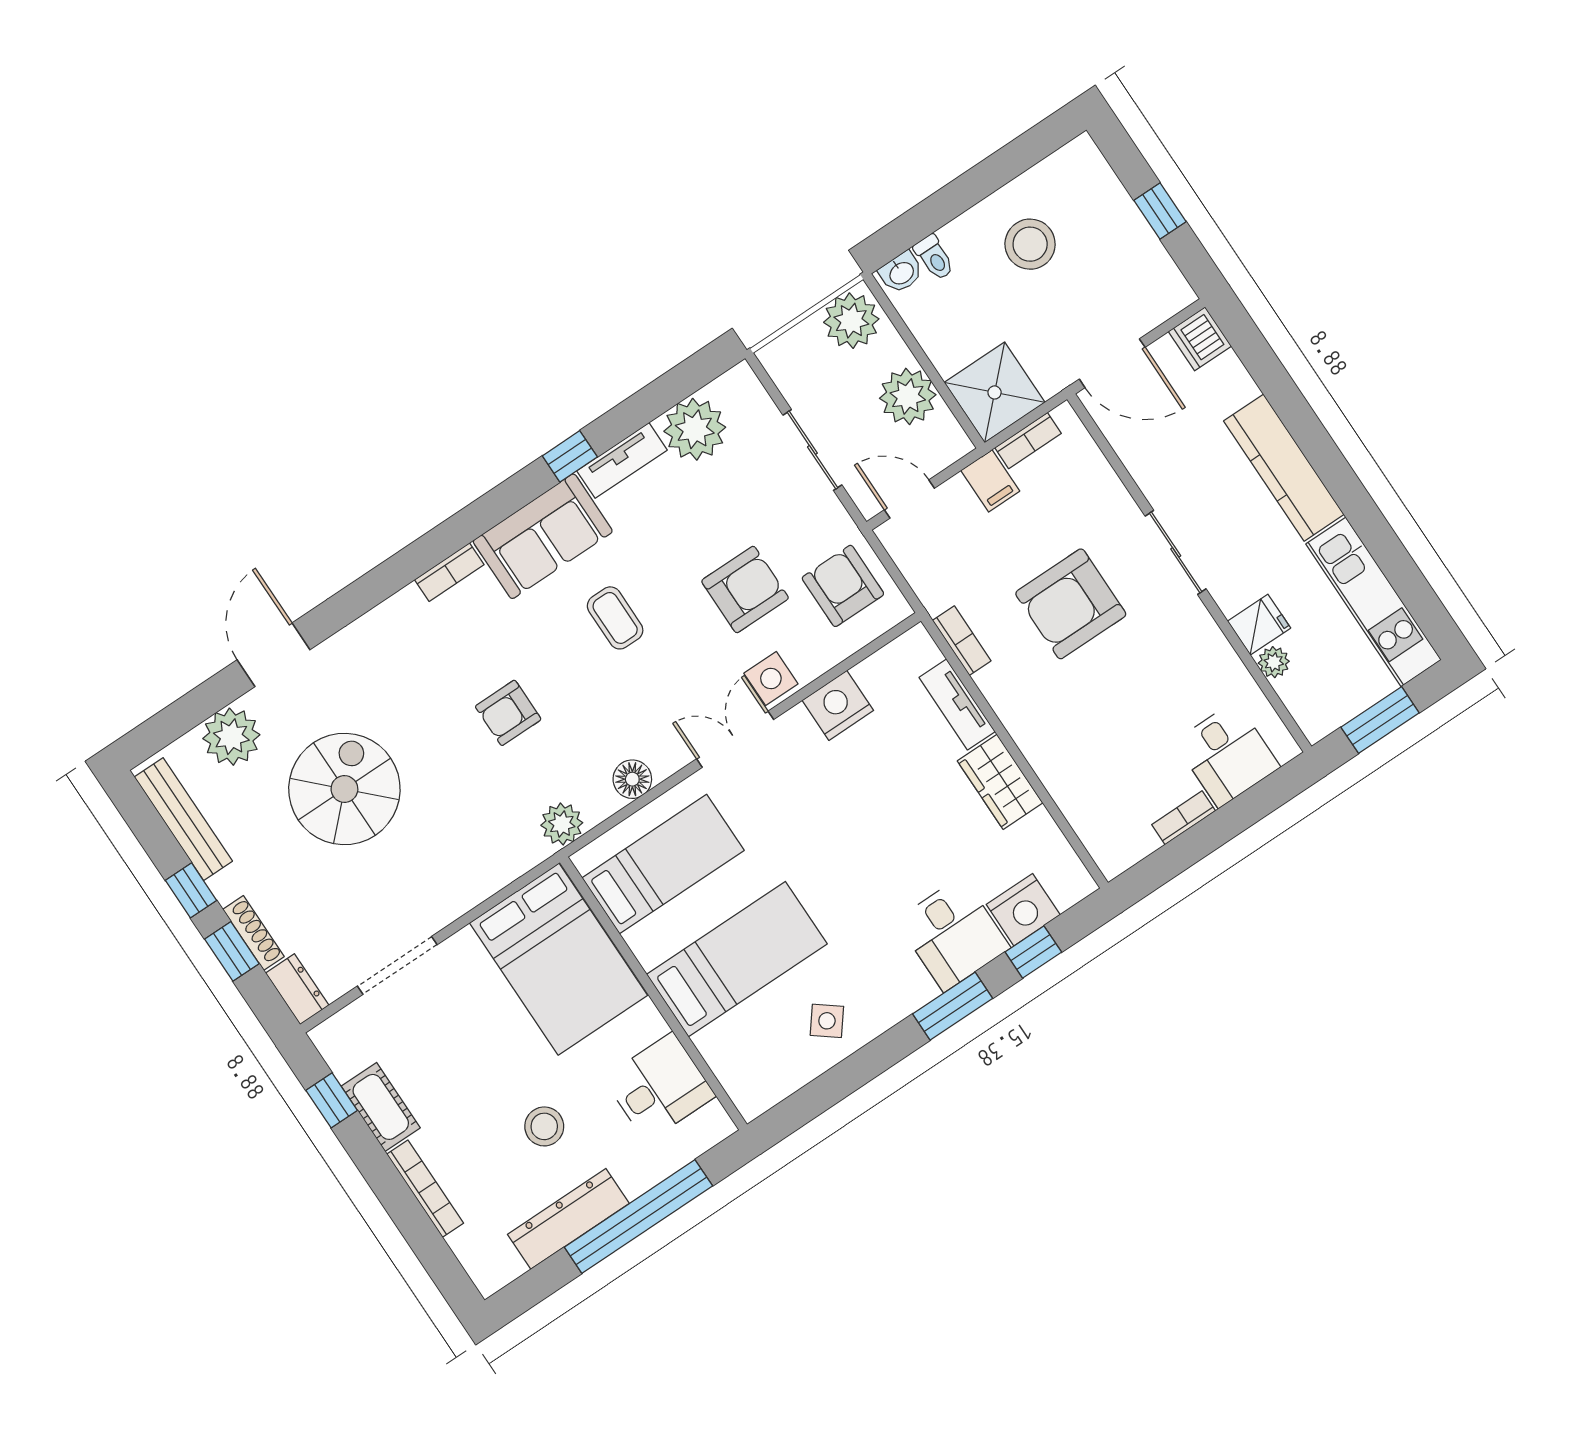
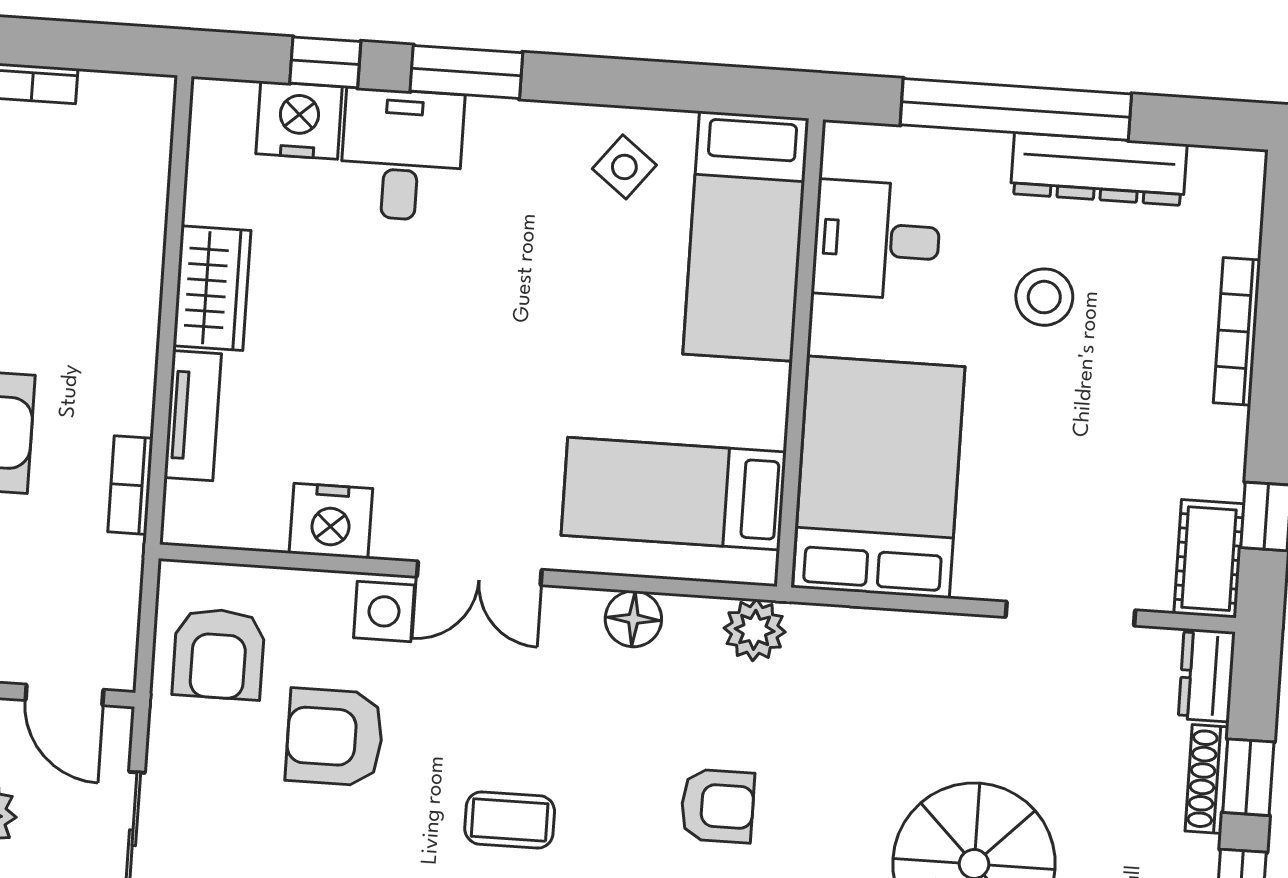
coffee table: (615, 618) -> (510, 820), turned 90
bed: (737, 959) -> (746, 236), moved, turned -90
cot: (381, 1107) -> (1209, 559), moved

